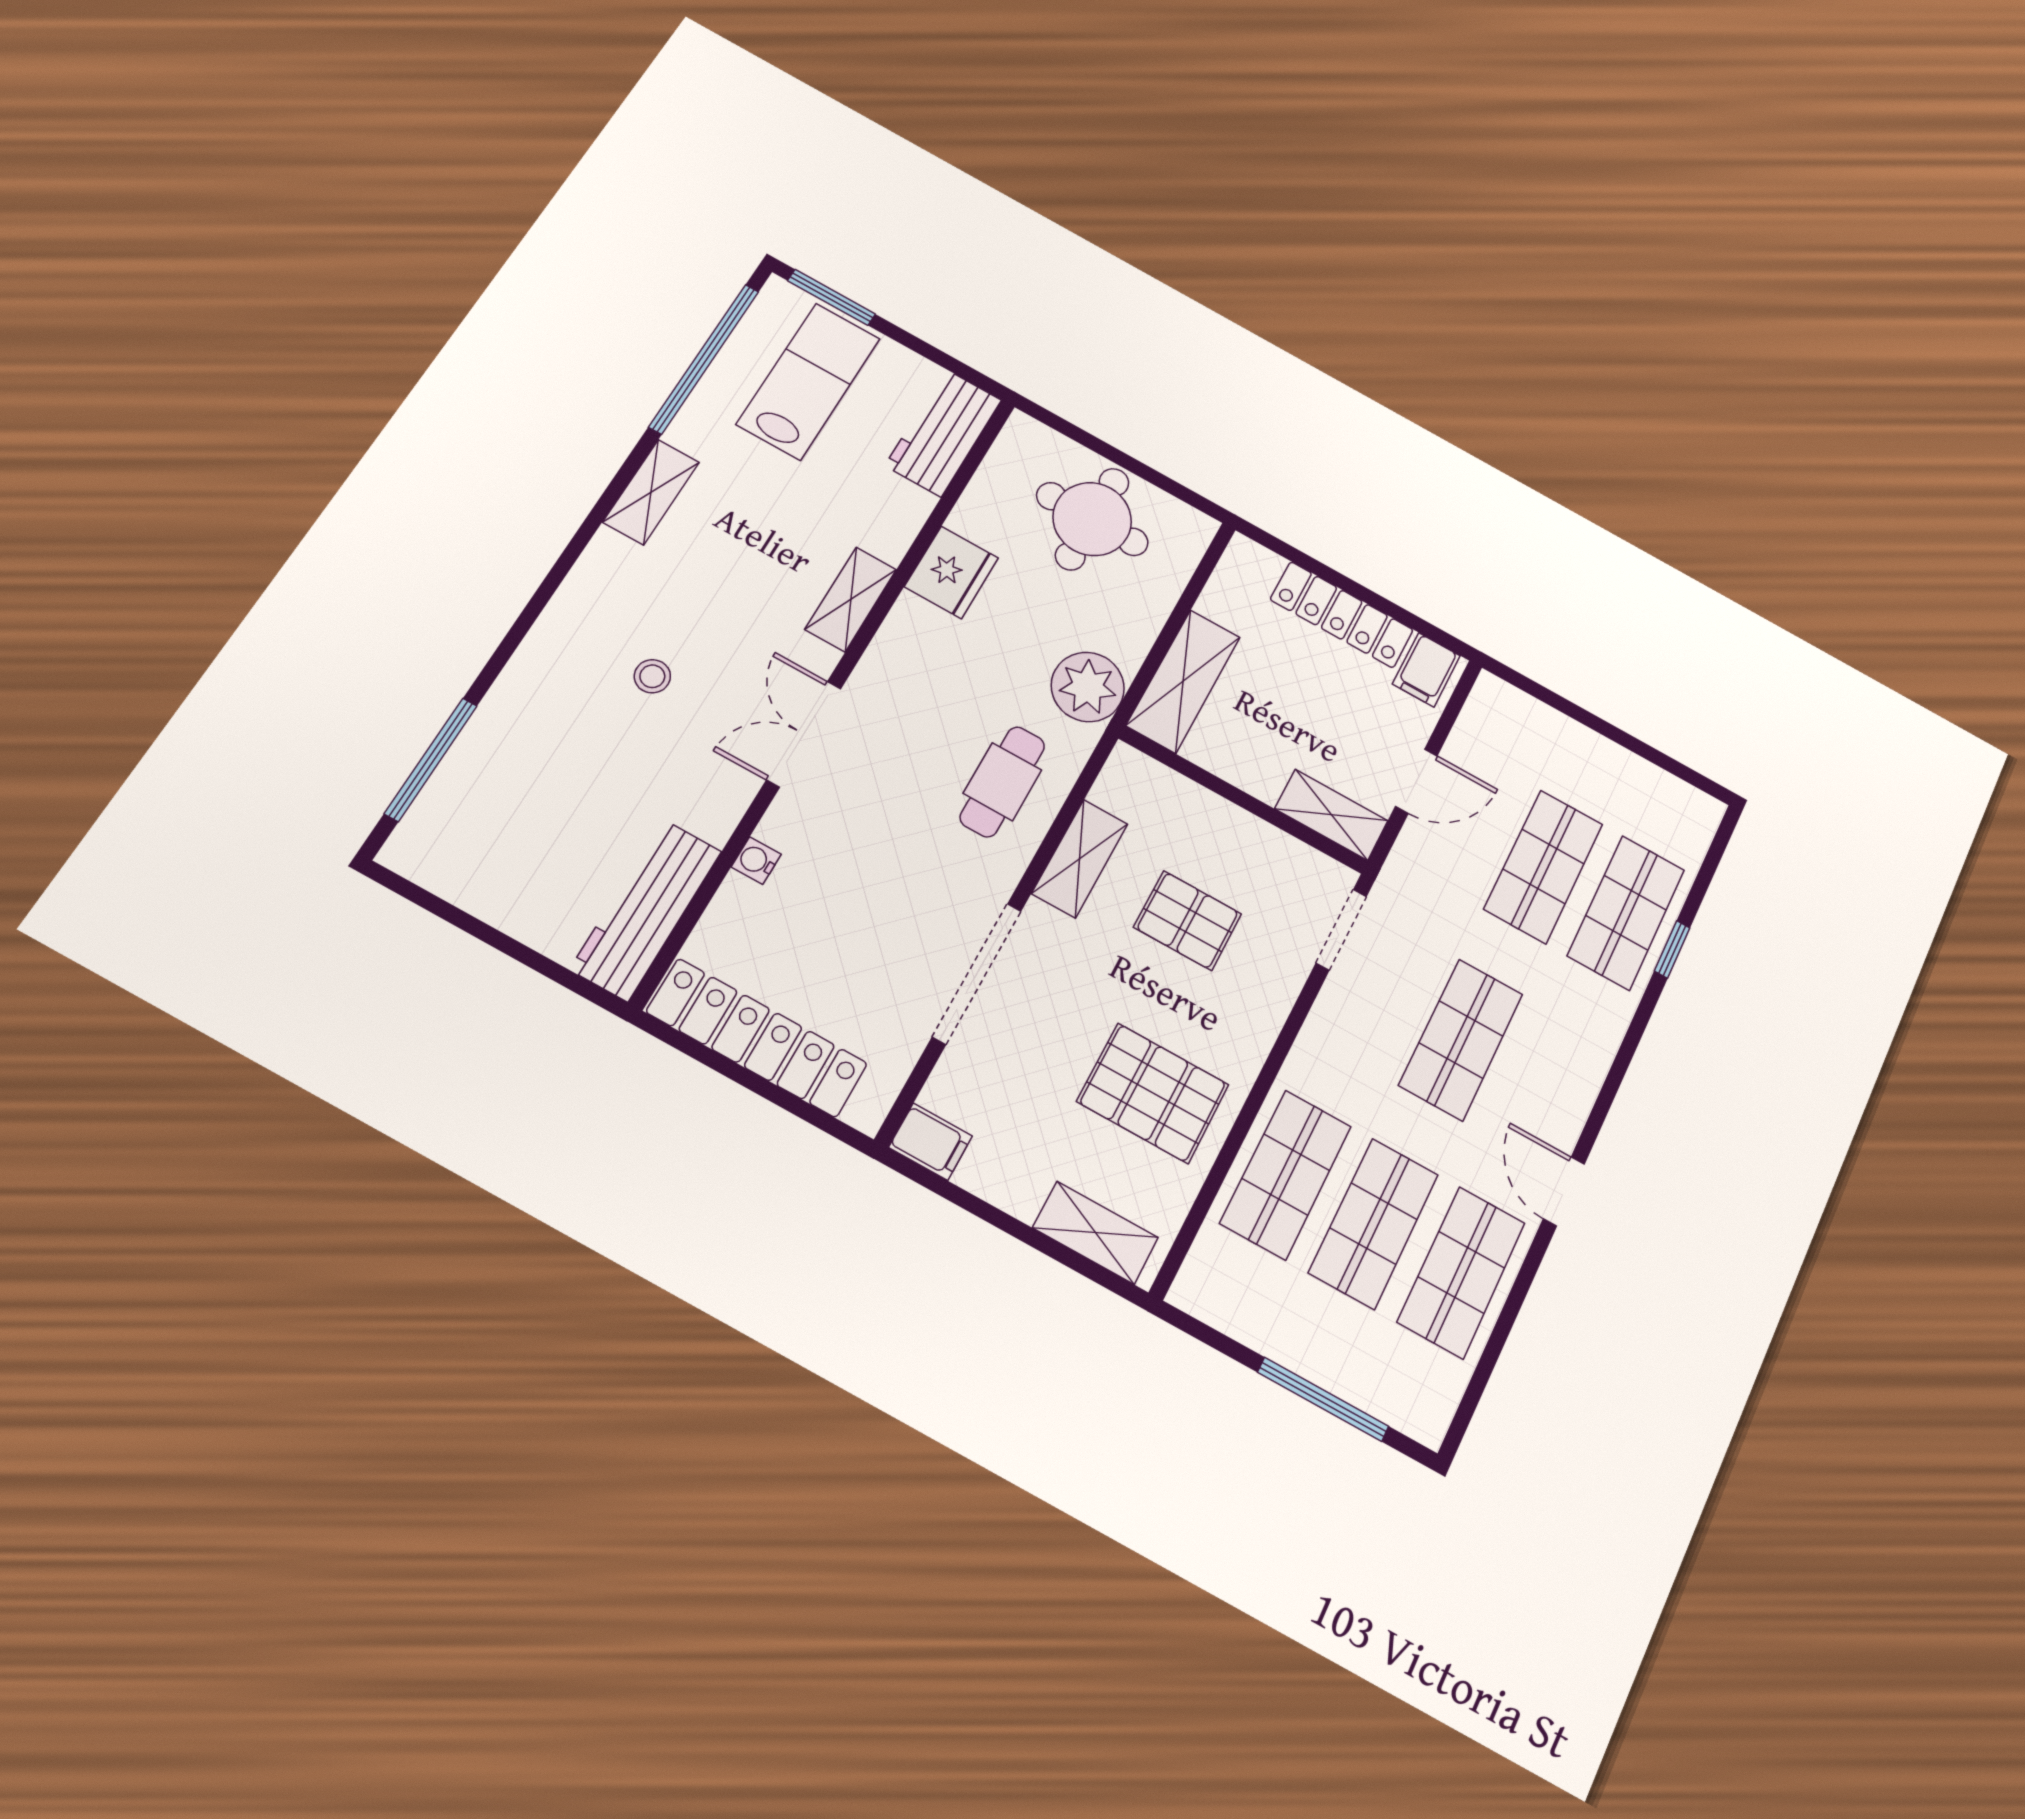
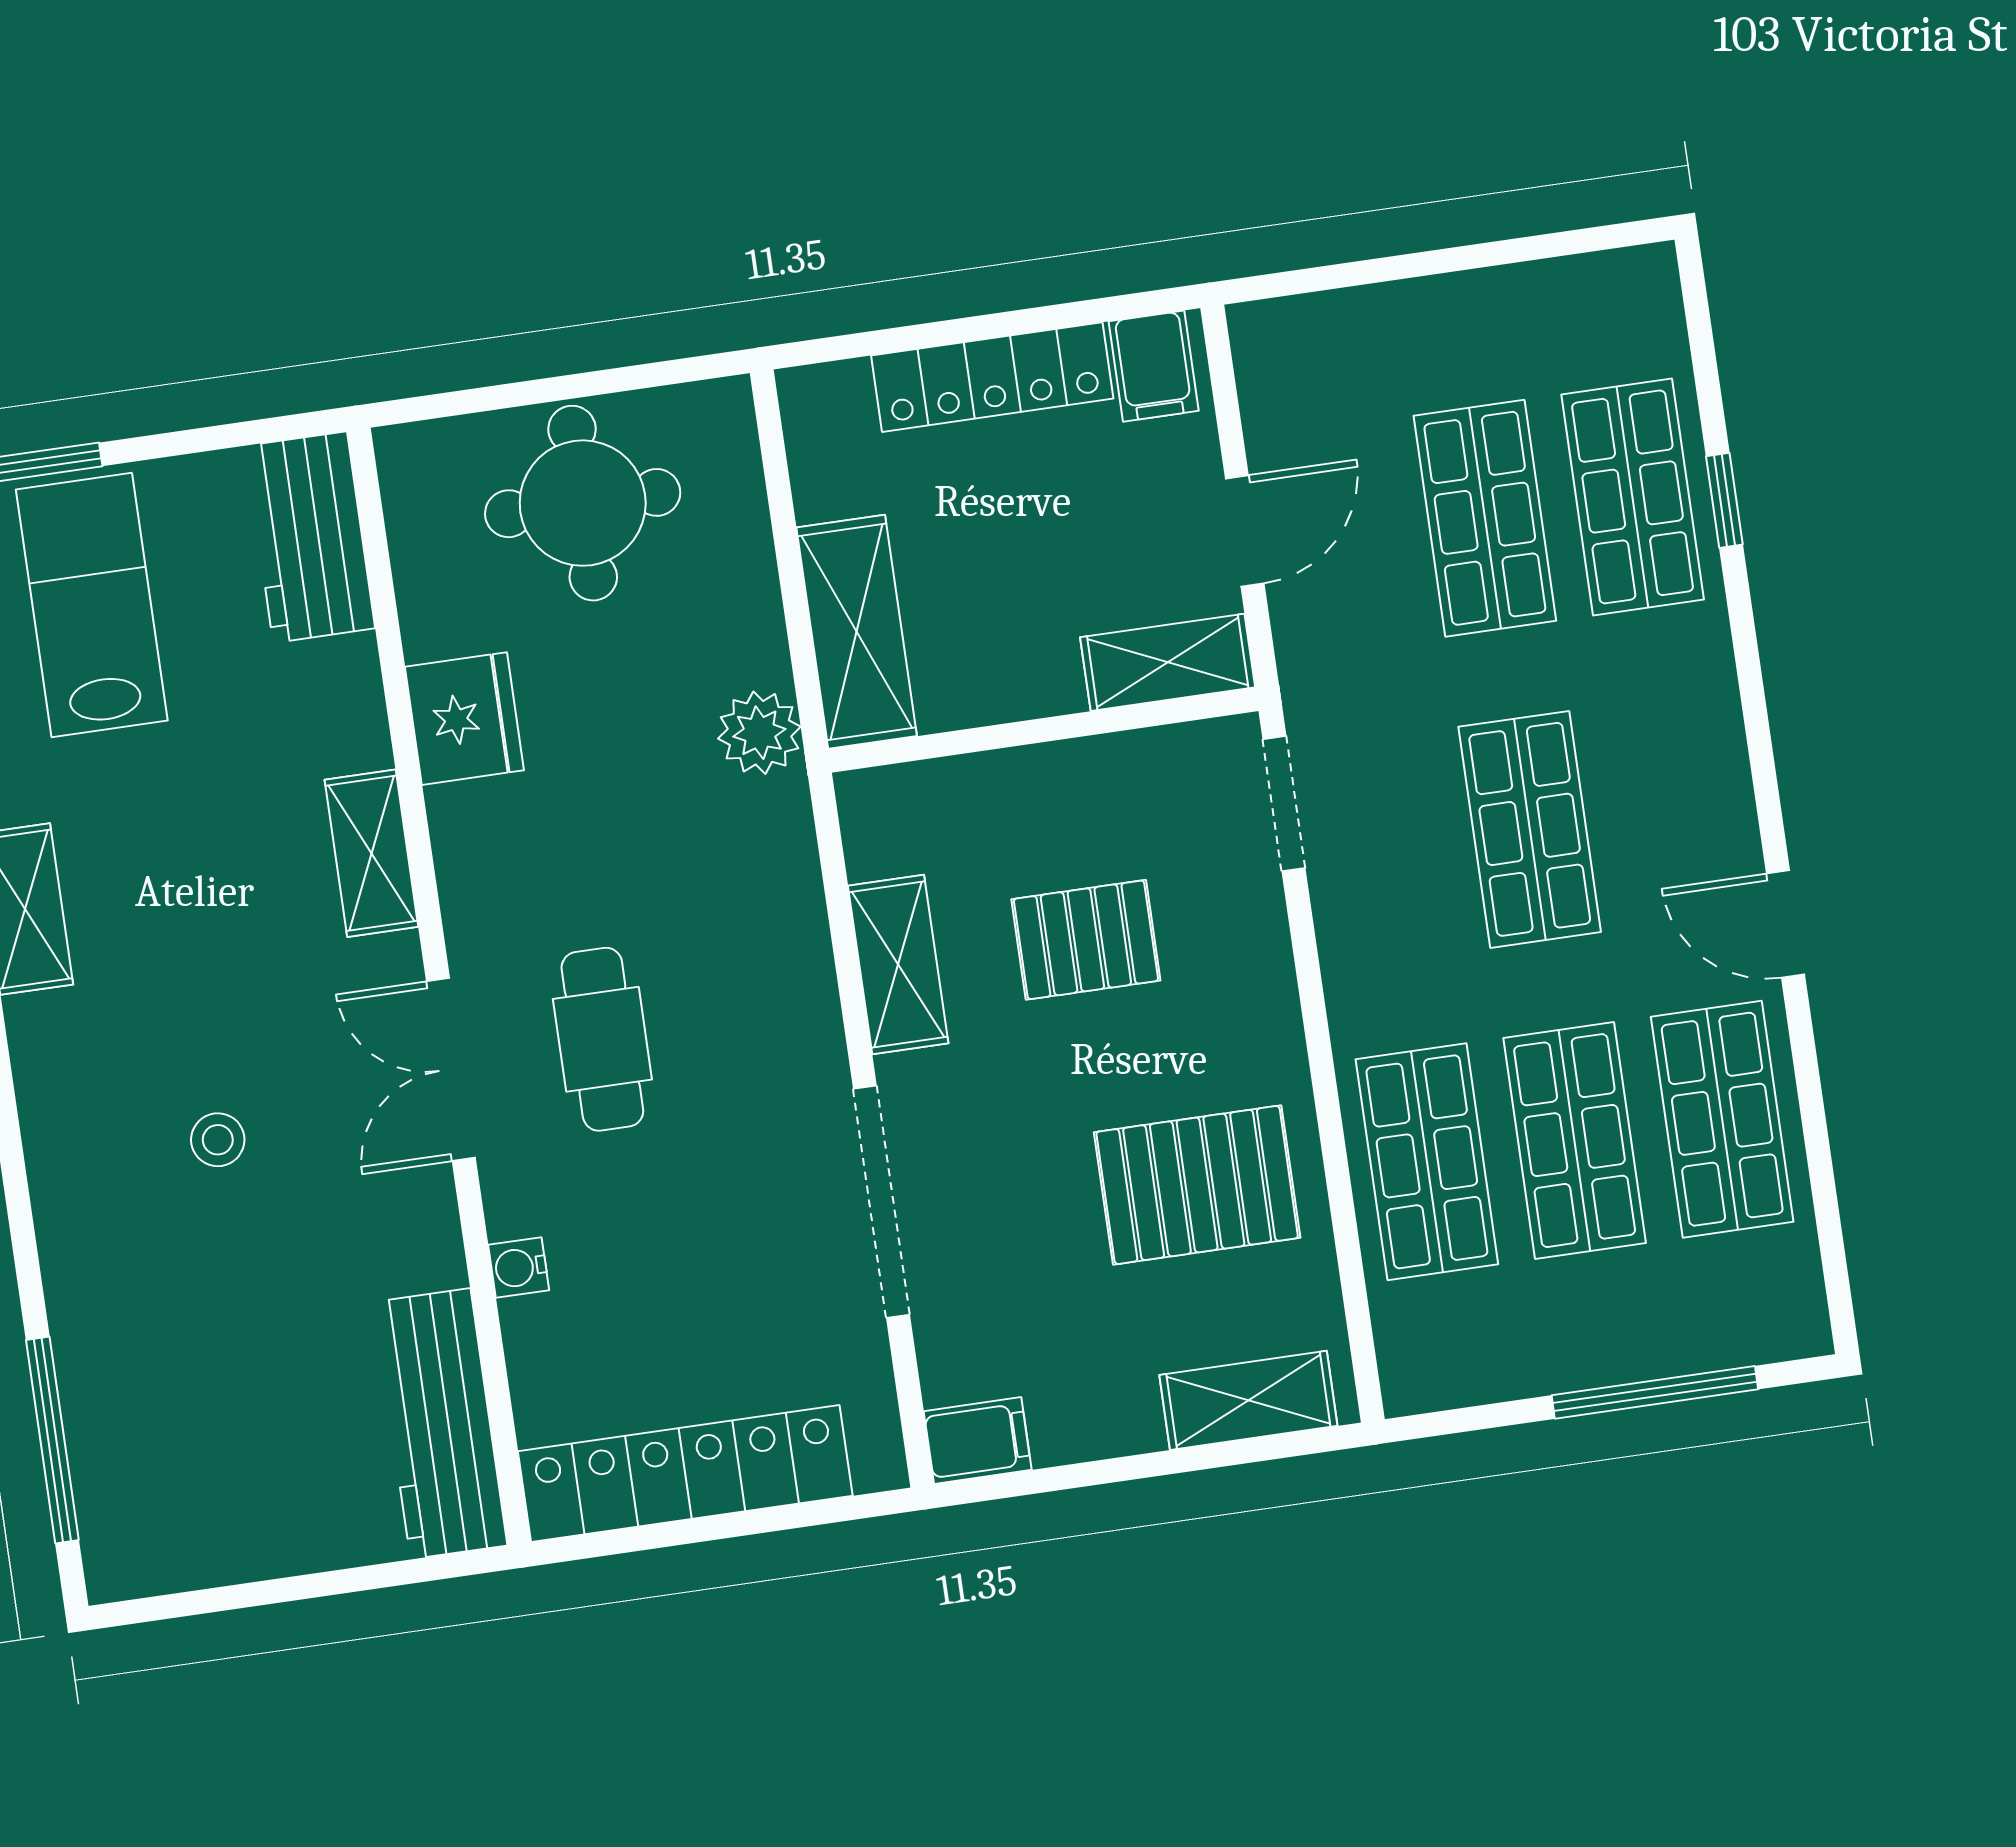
plant: (1088, 687) -> (759, 733), width x0.73, depth x0.73
cafe table: (1002, 782) -> (602, 1039), moved

